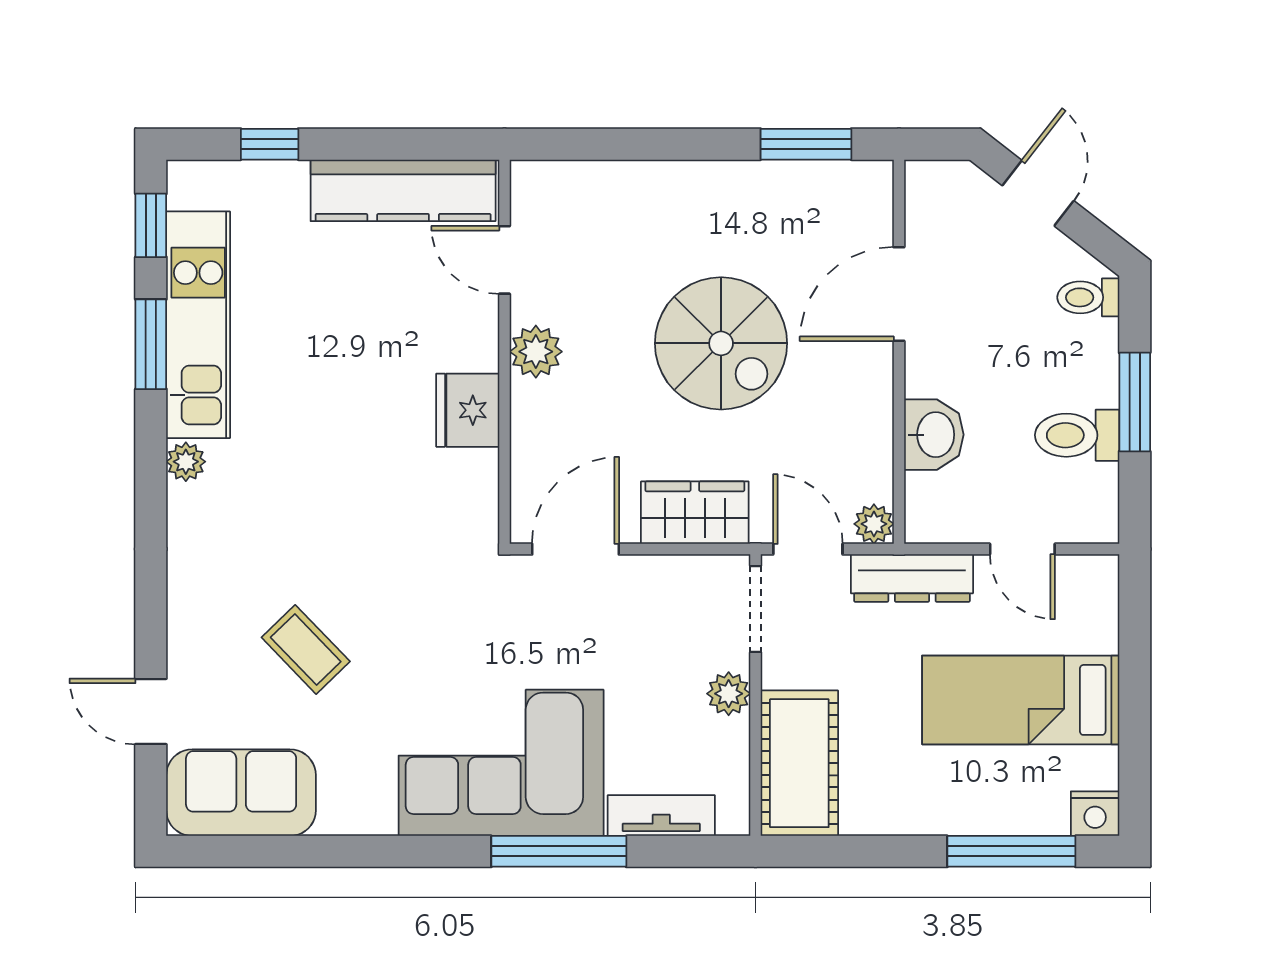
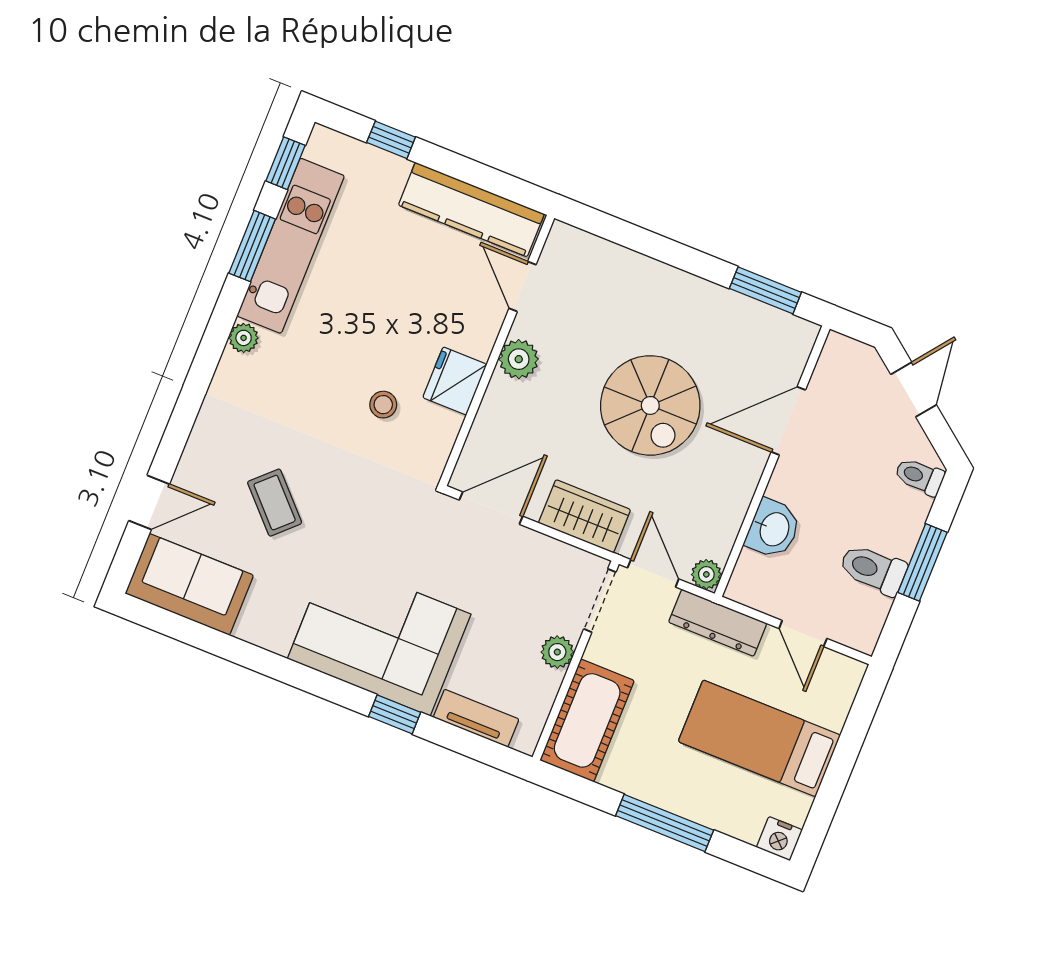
stool: (391, 475) -> (383, 405), added
door: (151, 711) -> (149, 502), swing flipped
window: (559, 851) -> (395, 714), width x0.46
window: (1011, 851) -> (665, 823), moved

